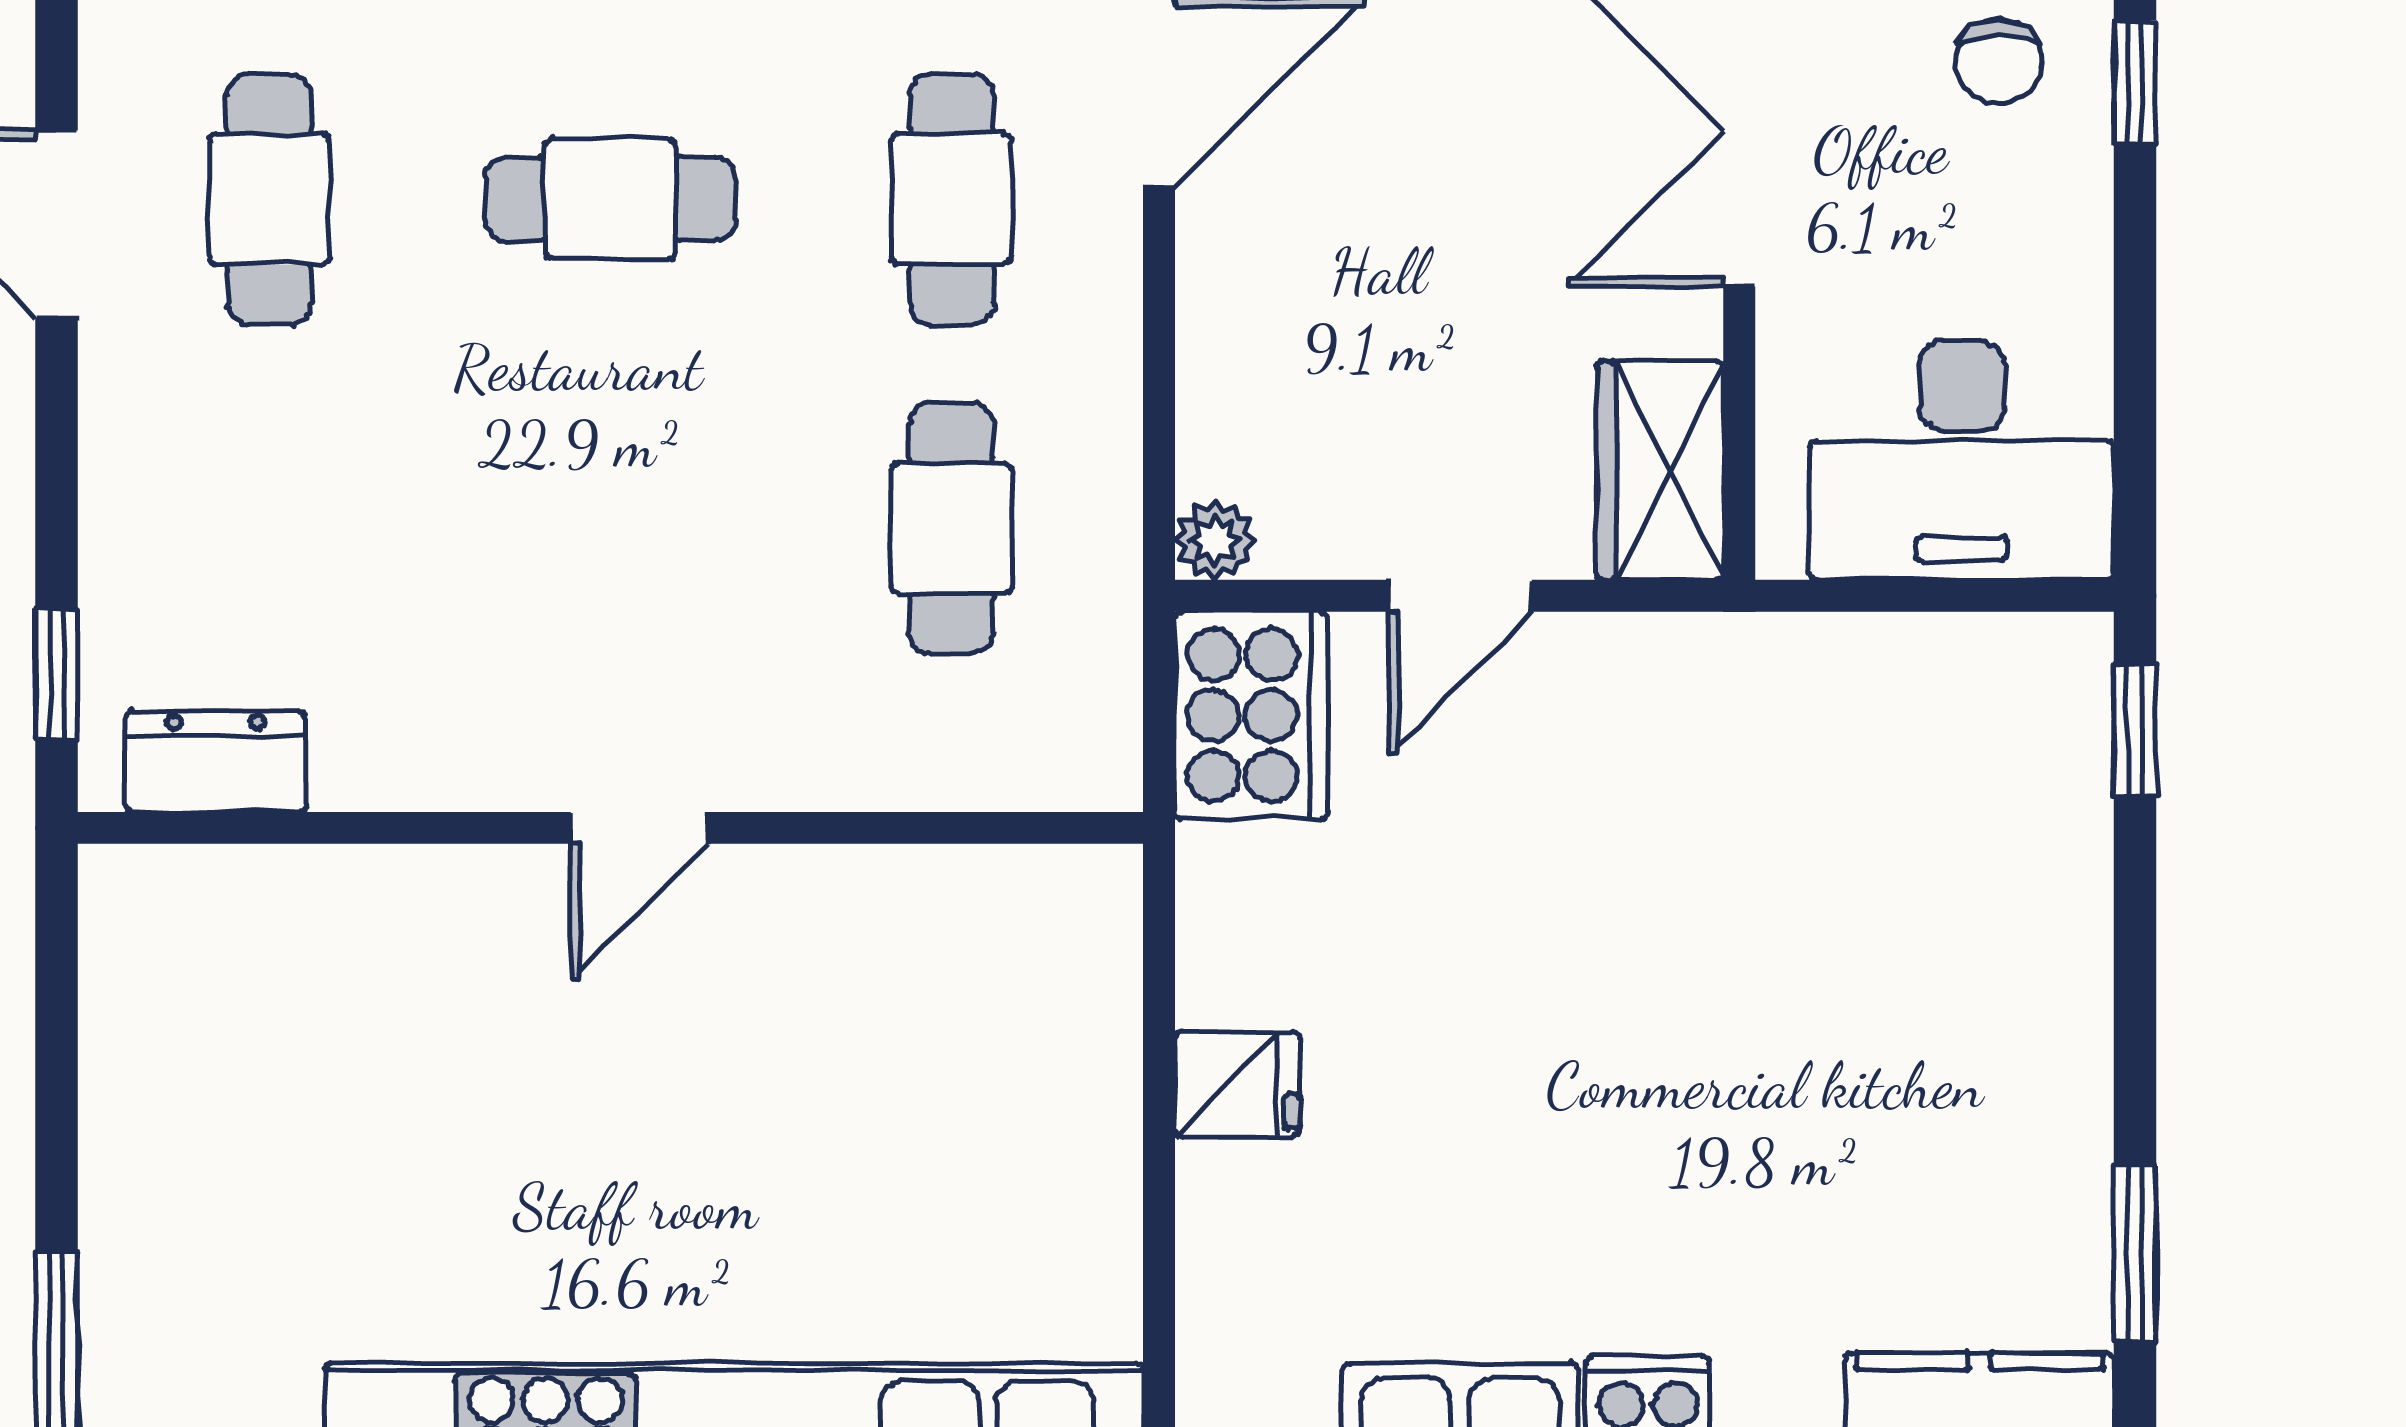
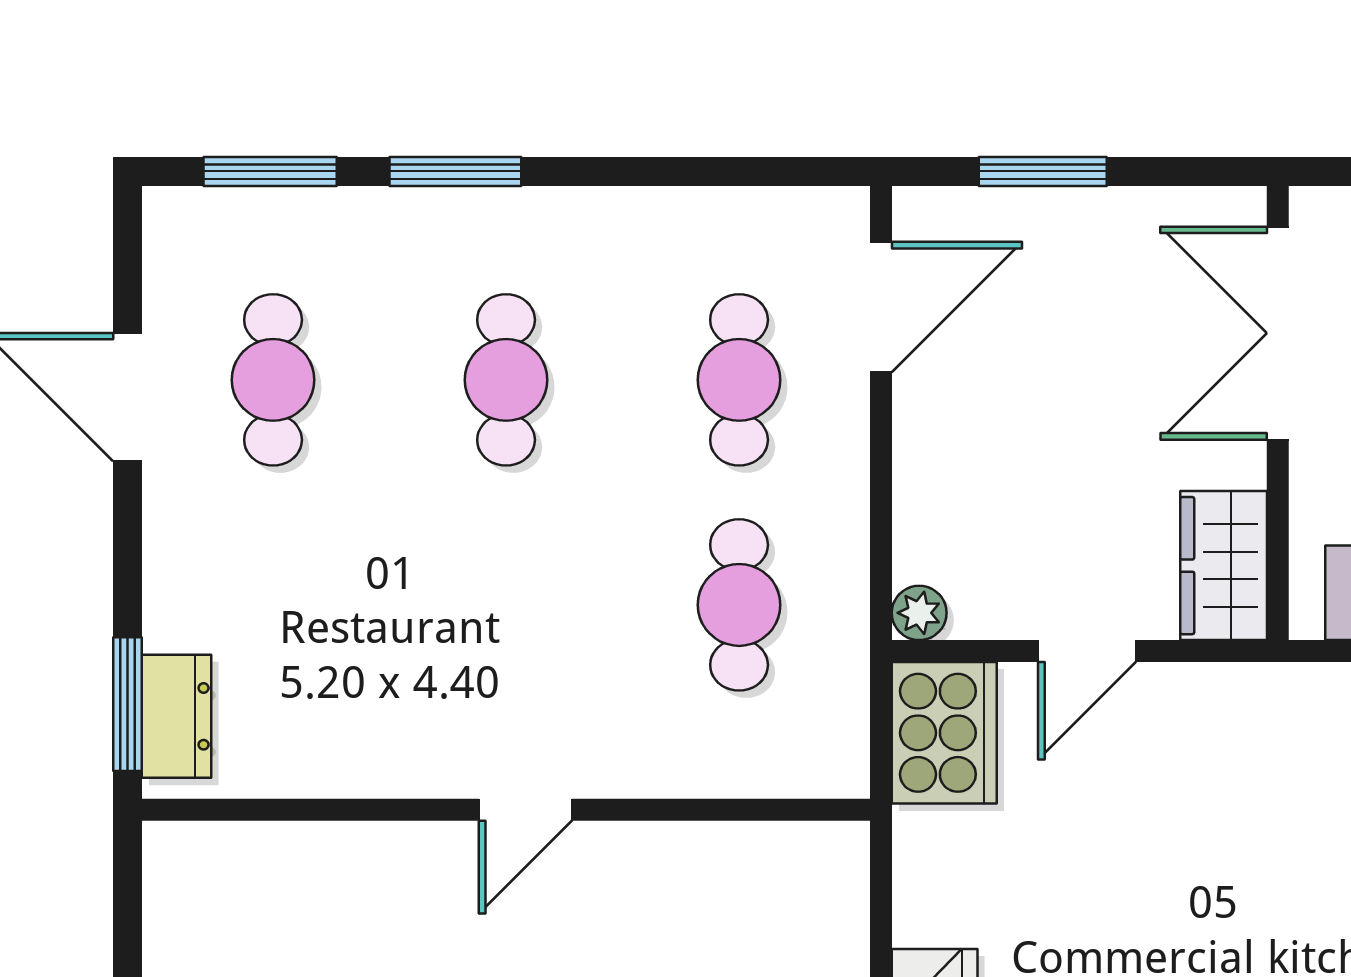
cafe table: (610, 199) -> (506, 380), turned 90
window: (57, 673) -> (127, 704), width x1.50
dresser: (216, 761) -> (177, 716), moved, turned 90

